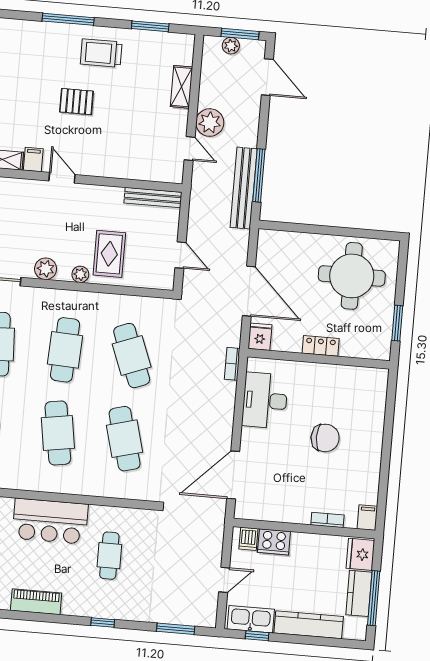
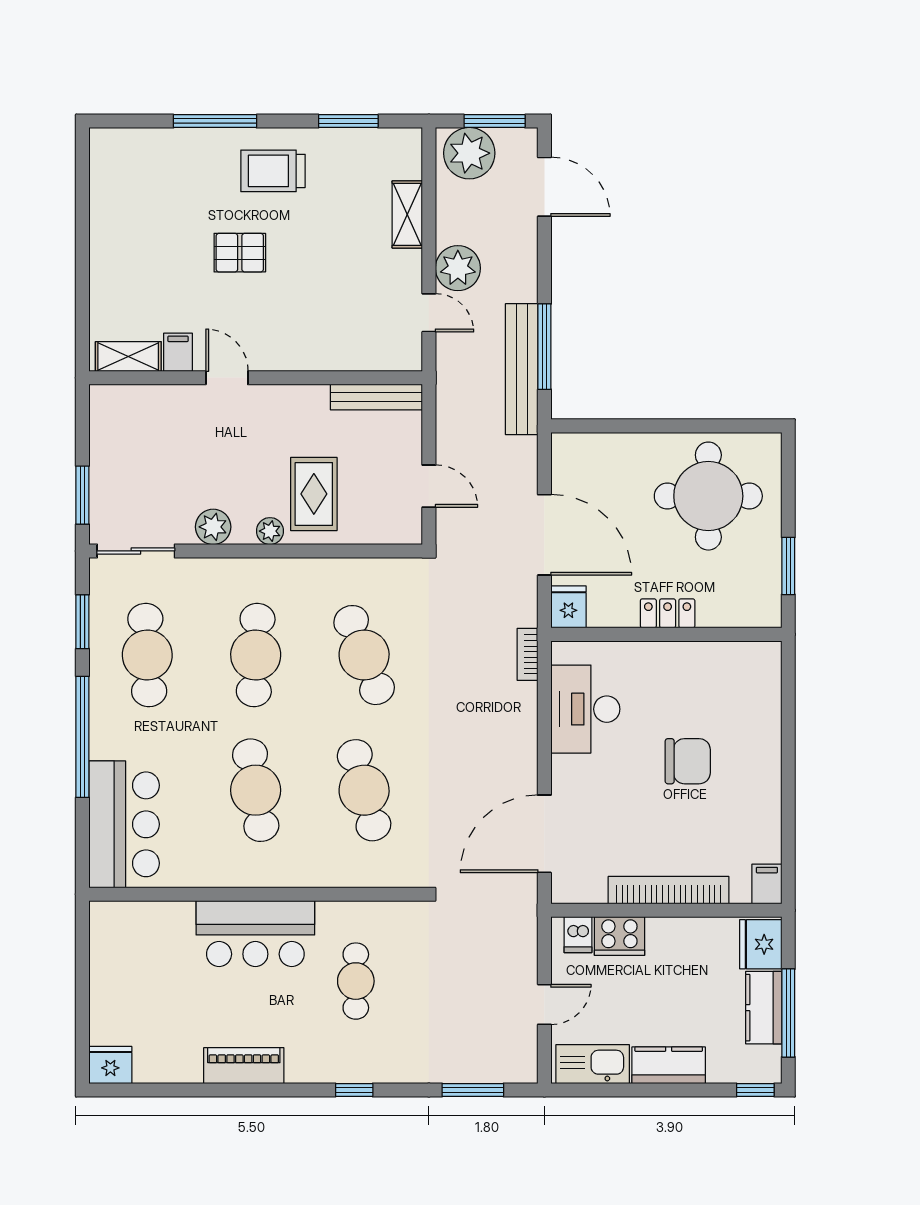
plant: (231, 46) -> (469, 153), width x1.88, depth x1.88
bookcase: (327, 520) -> (669, 890), width x2.31, depth x1.31
kitchen counter: (309, 625) -> (669, 1065), width x0.67
window: (257, 636) -> (755, 1090), moved

